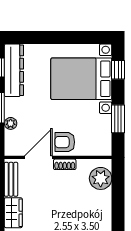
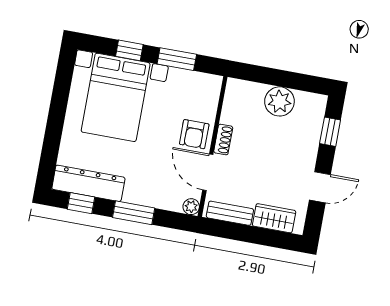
window: (118, 70) -> (129, 50), moved
plant: (11, 123) -> (191, 207), moved
plant: (101, 178) -> (279, 101), moved

